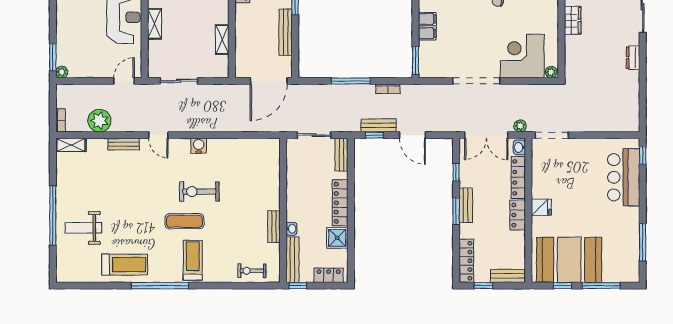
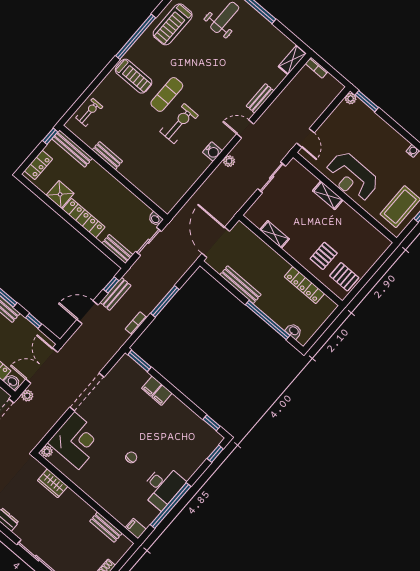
wardrobe: (573, 20) -> (53, 483), moved
plant: (99, 121) -> (229, 161), moved, width x0.53, depth x0.53
washbasin: (291, 229) -> (155, 219), moved

